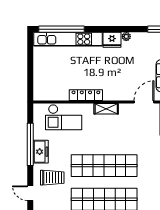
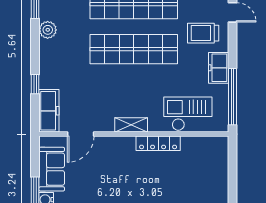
window: (30, 144) -> (233, 97), moved

